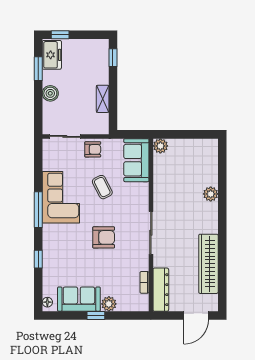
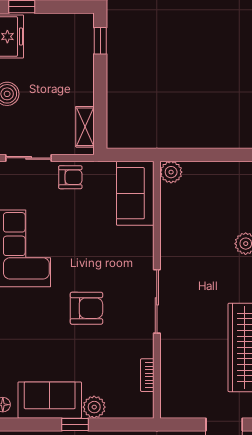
shelving: (103, 99) -> (85, 127), moved
coffee table: (102, 187) -> (84, 233), removed
dresser: (161, 290) -> (172, 386), removed

